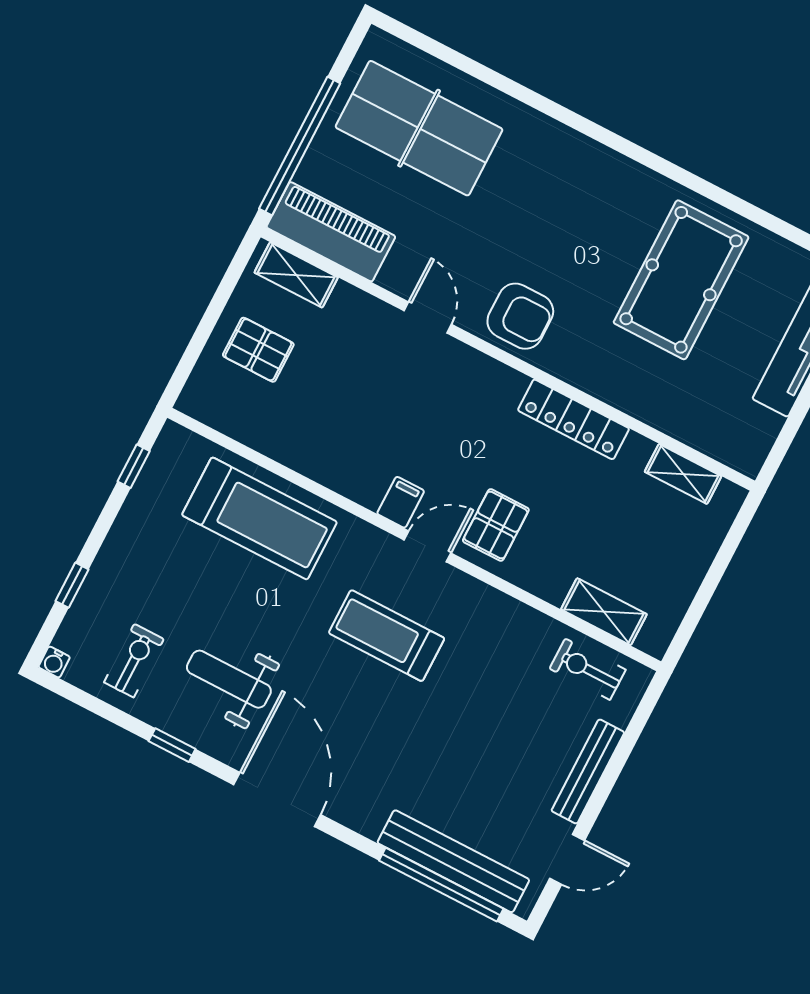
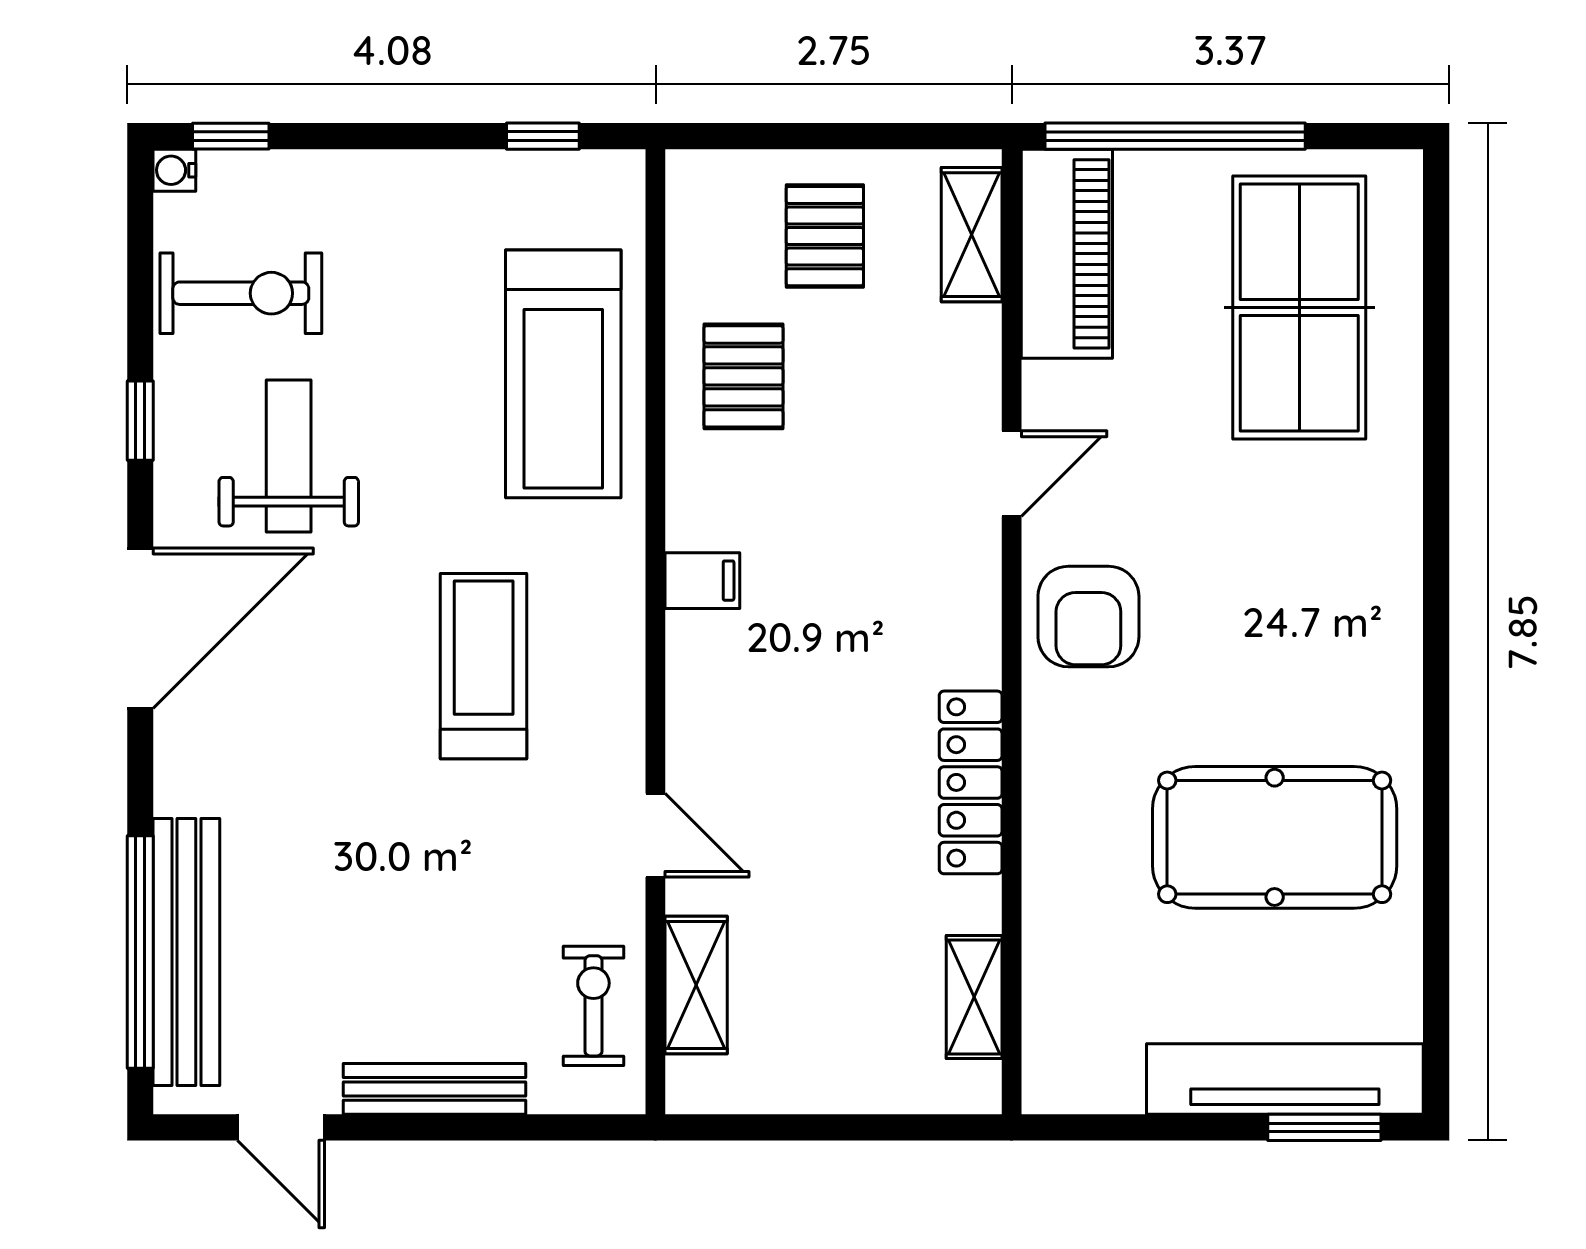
pallet: (496, 525) -> (743, 376), moved, turned 90
door: (428, 546) -> (655, 835), moved
window: (72, 585) -> (231, 136), moved
exercise bike: (134, 661) -> (241, 293), width x1.38, depth x1.39

